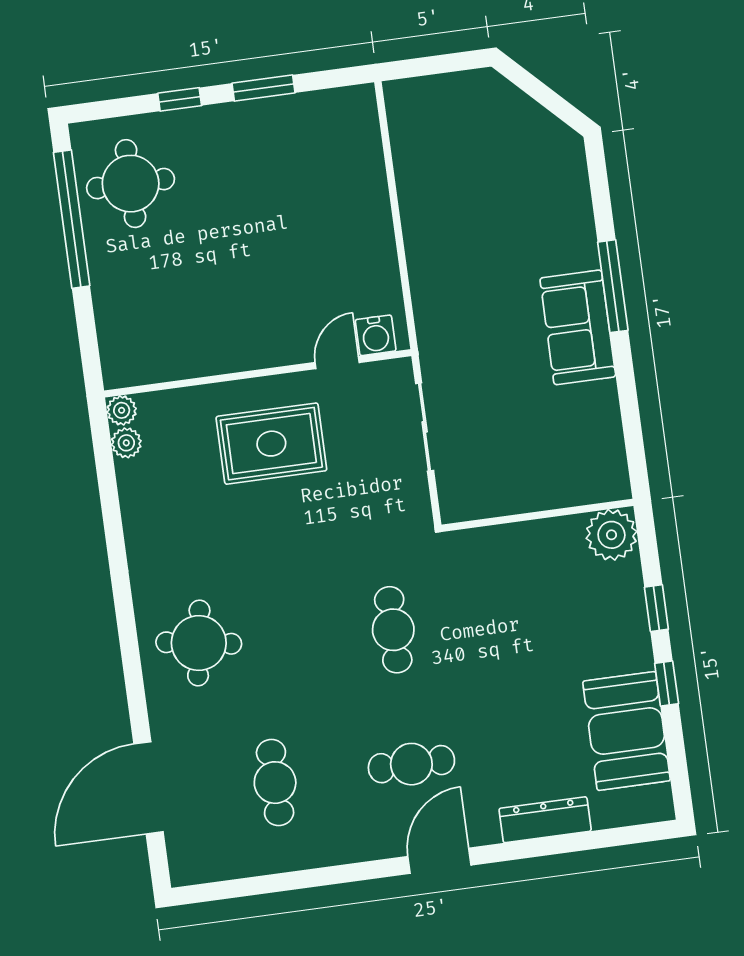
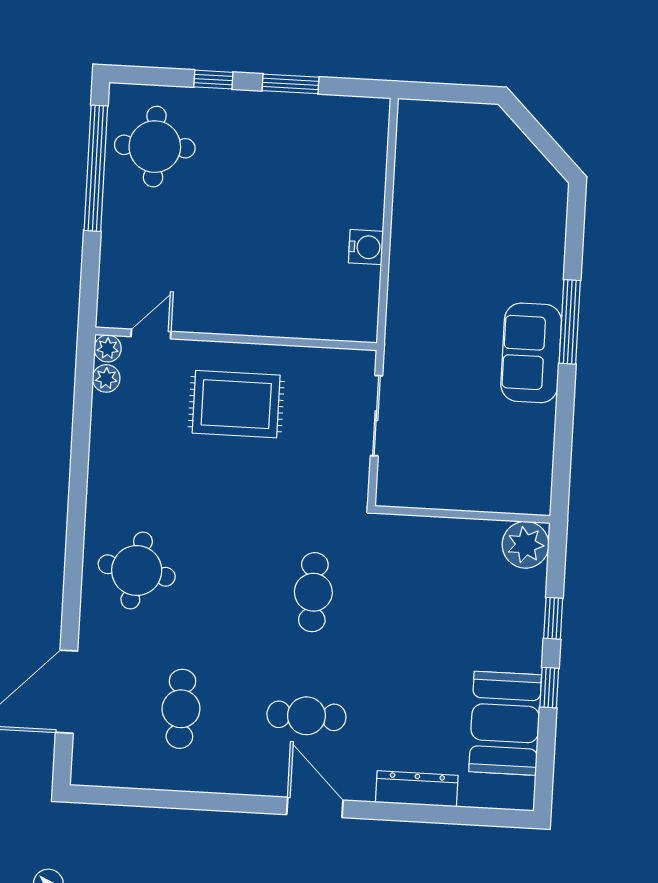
water cooler: (376, 335) -> (366, 247), moved, turned -90
door: (337, 363) -> (151, 334), moved
door: (439, 861) -> (315, 807), hinge flipped

